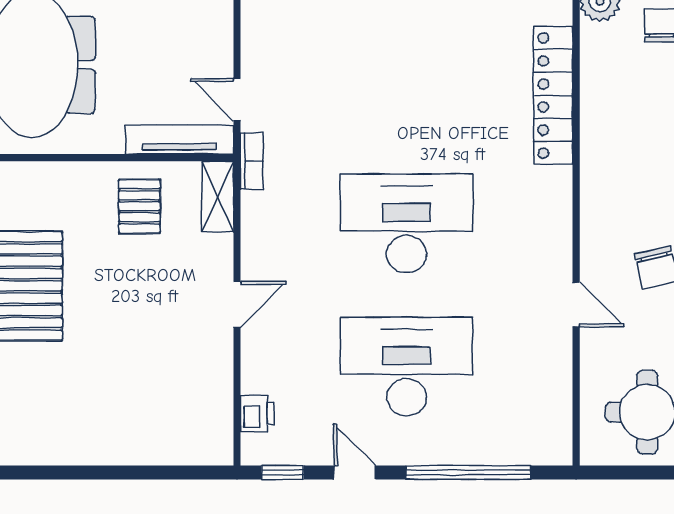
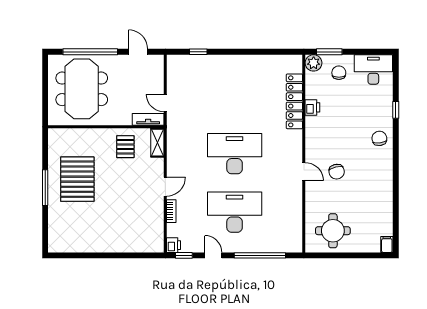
printer: (597, 110) -> (312, 107), added
tv unit: (179, 139) -> (148, 119), width x0.71
bookcase: (252, 161) -> (171, 211), moved
door: (576, 305) -> (304, 172), moved
printer: (257, 414) -> (174, 245), moved

